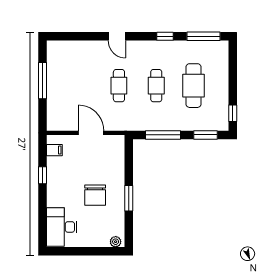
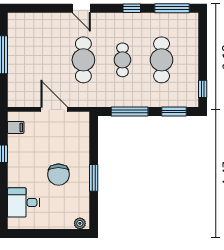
cafe table: (119, 86) -> (83, 60), width x1.37, depth x1.35
desk: (62, 227) -> (23, 202), width x0.73

